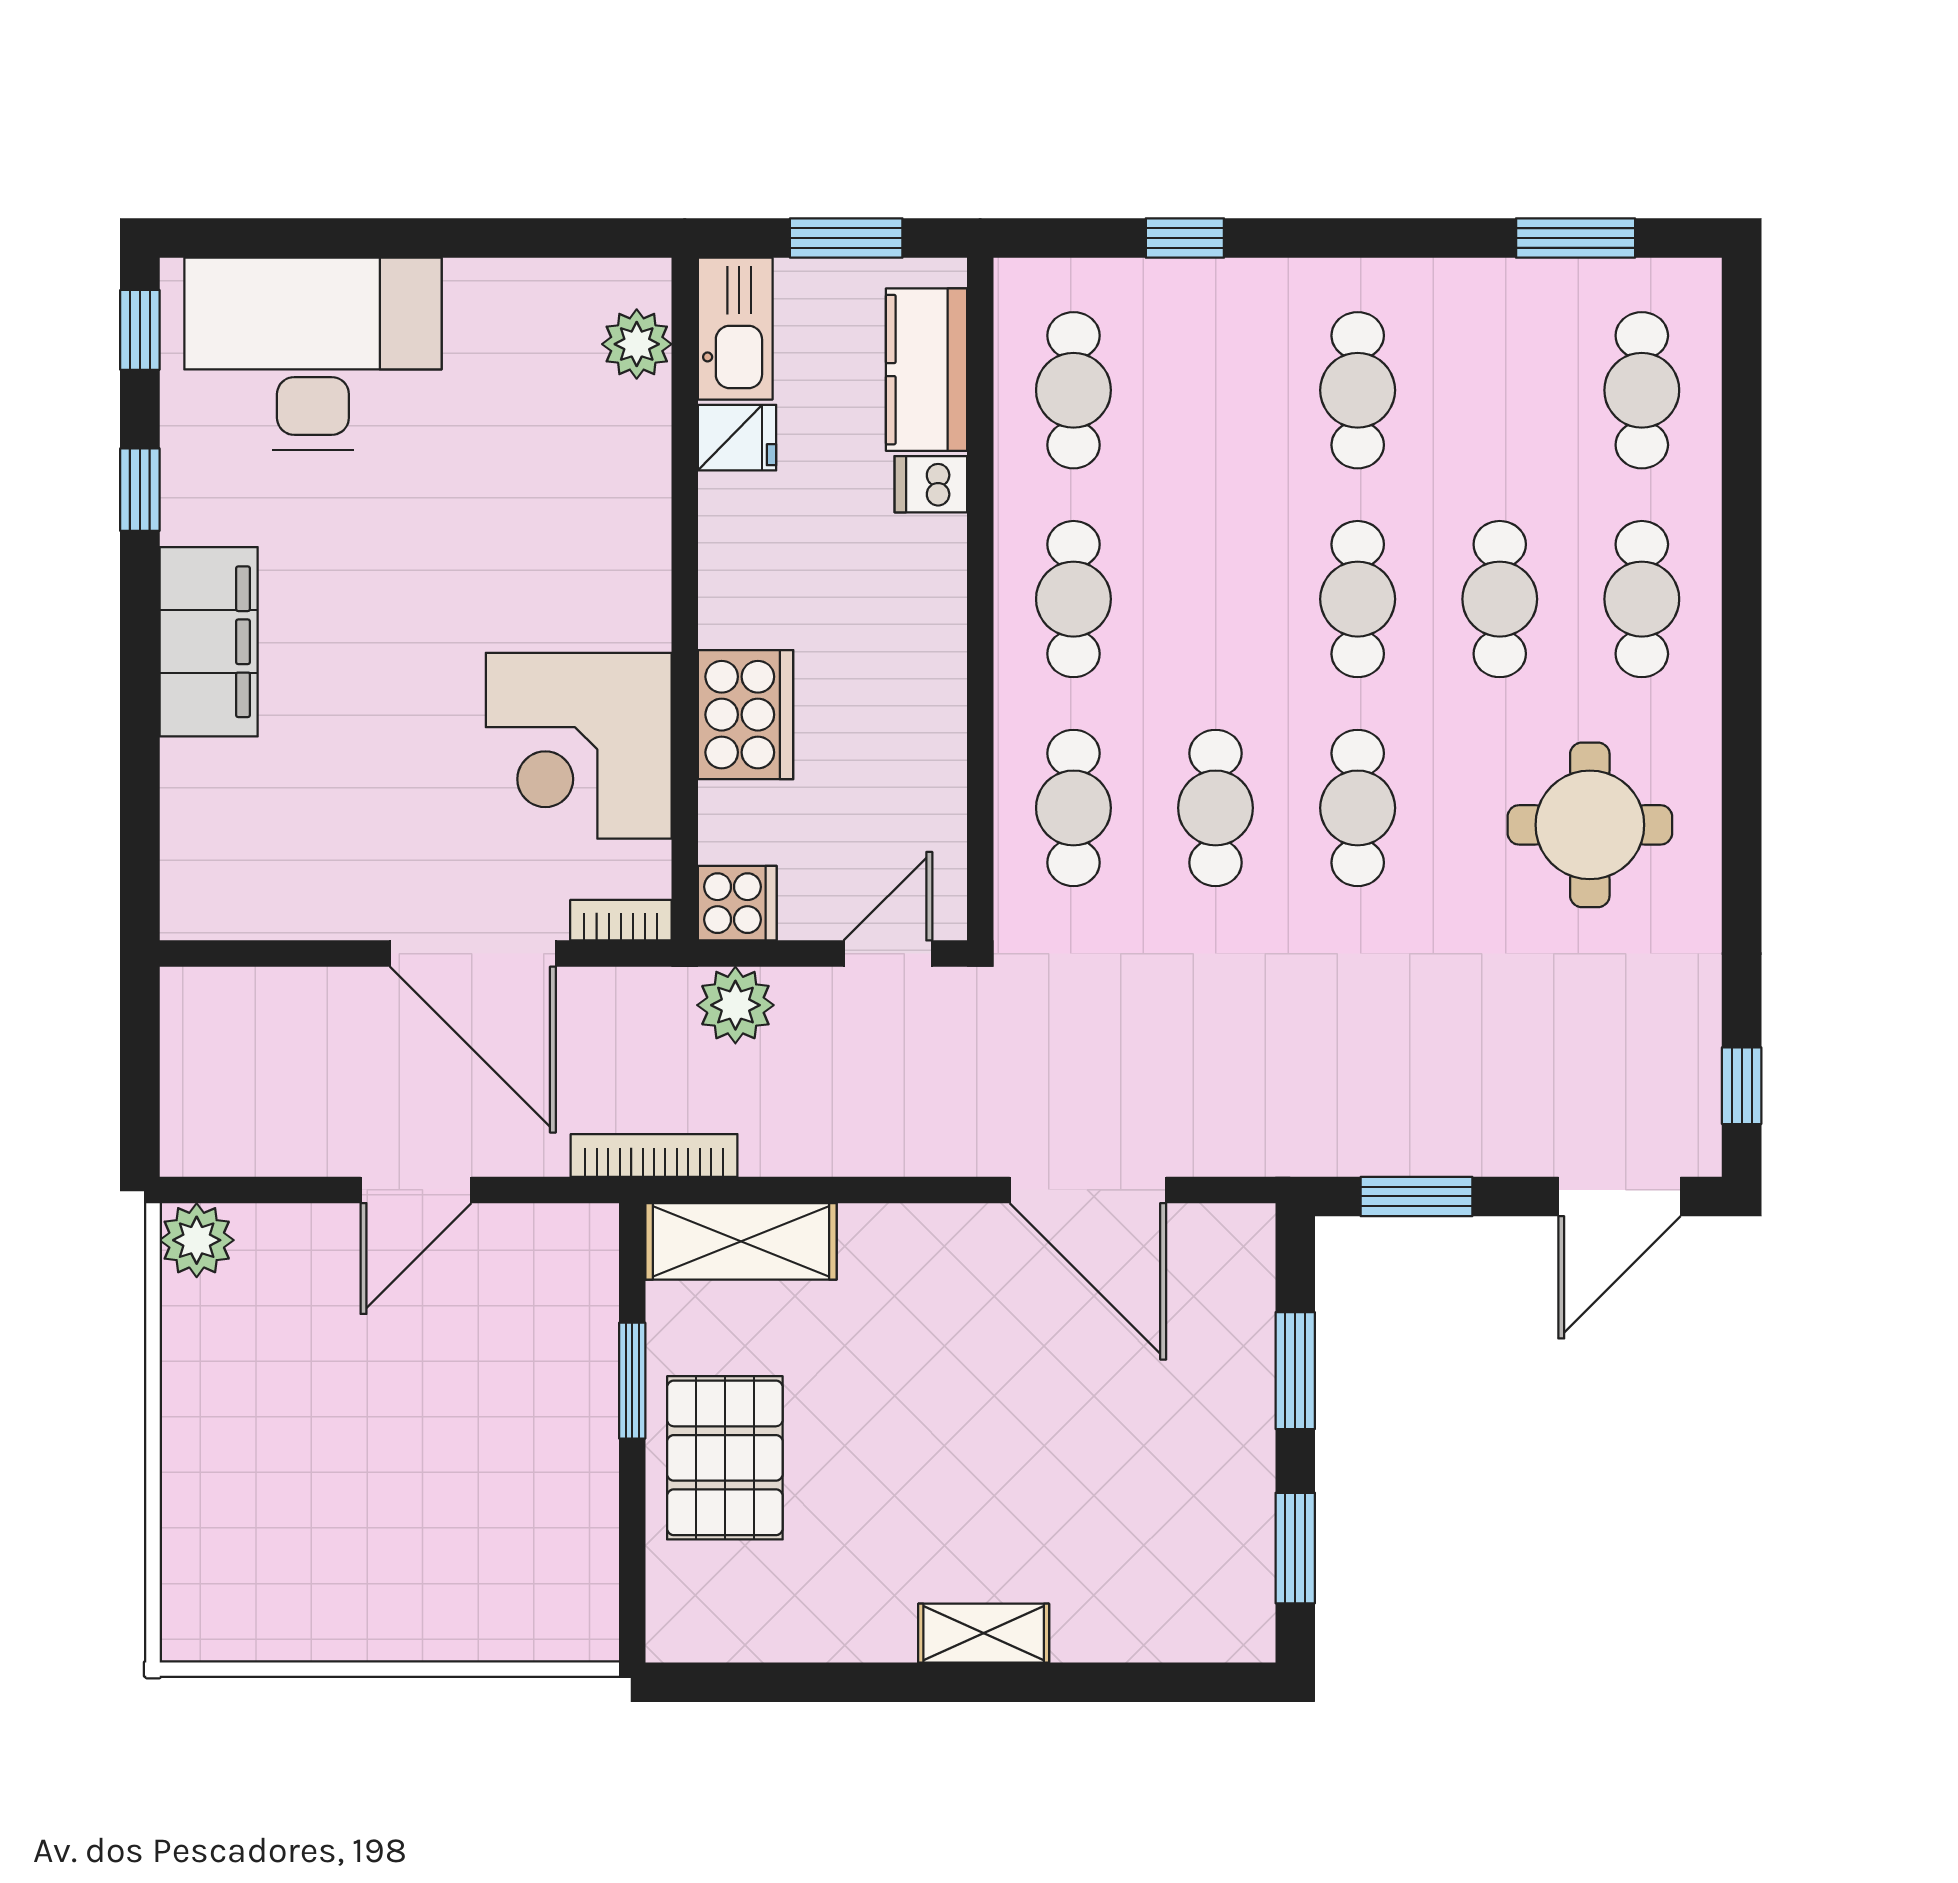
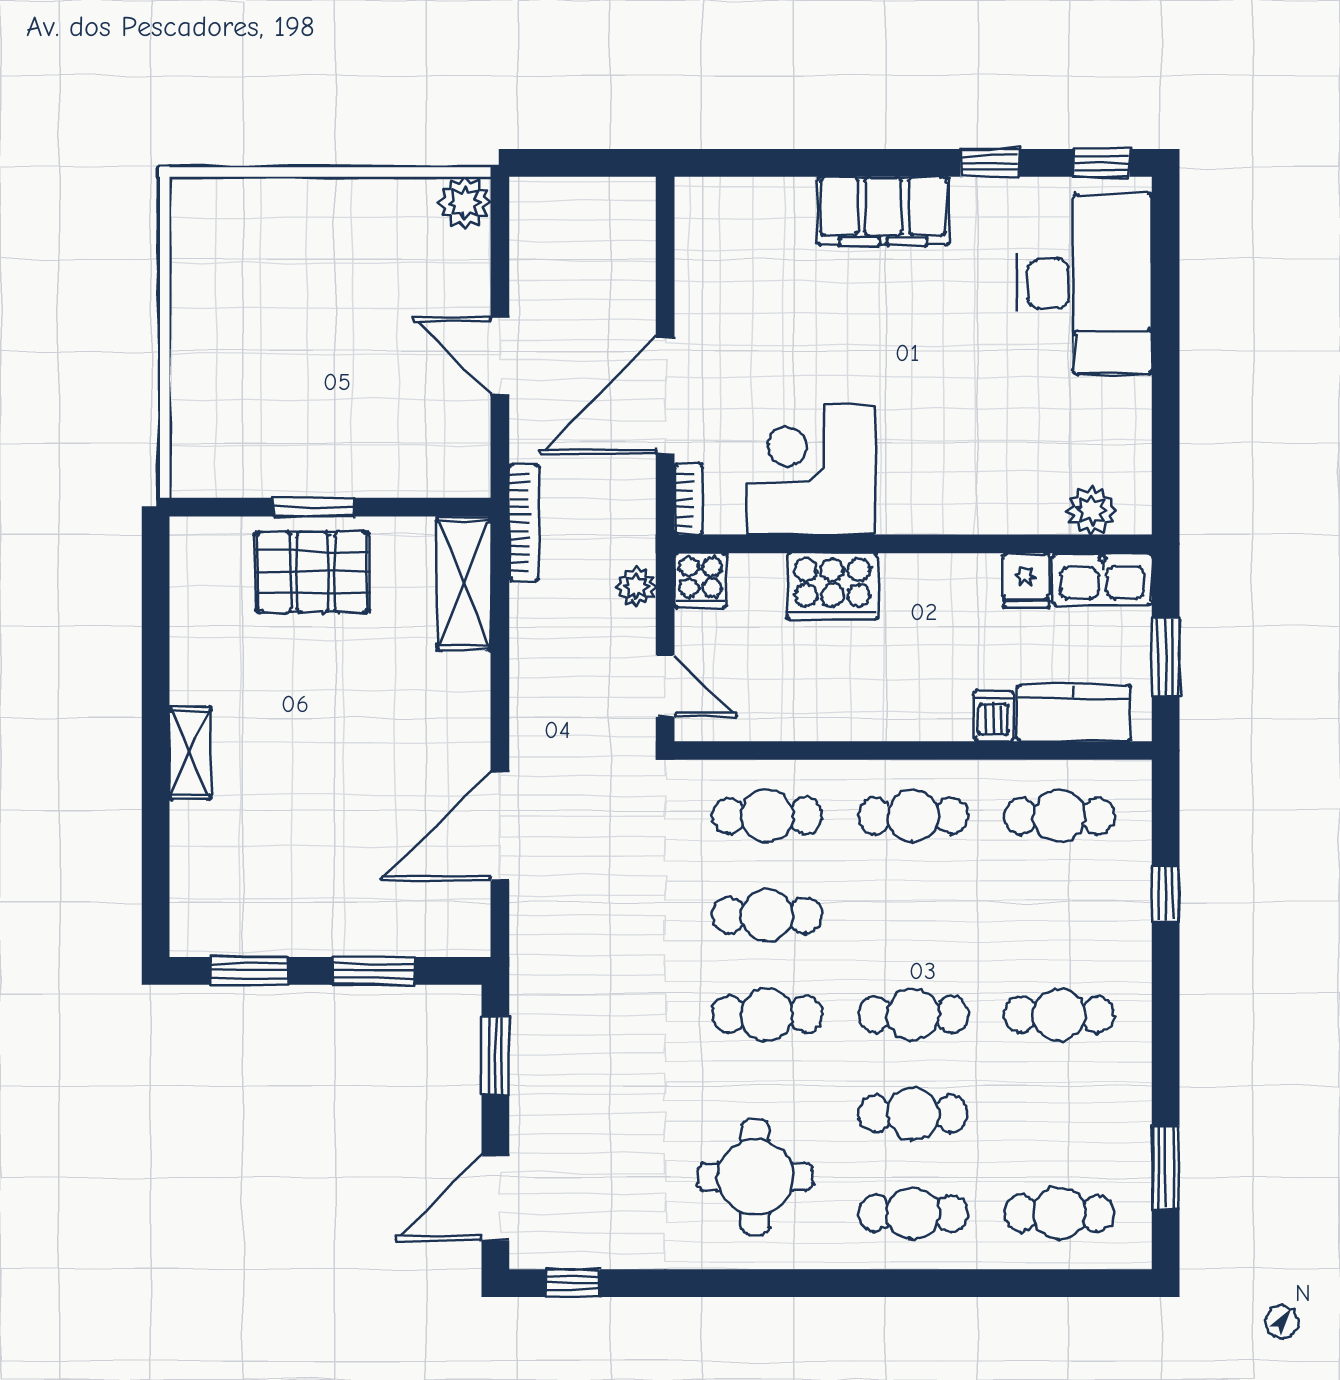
plant: (735, 1005) -> (636, 587), width x0.73, depth x0.73
door: (1619, 1196) -> (495, 1198), hinge flipped
window: (632, 1381) -> (314, 507), moved

